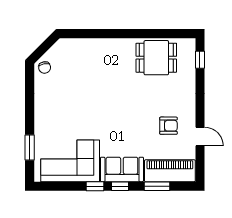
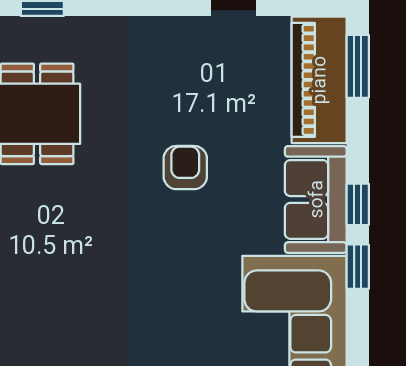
armchair: (168, 126) -> (185, 168), moved
window: (157, 186) -> (358, 66), moved

